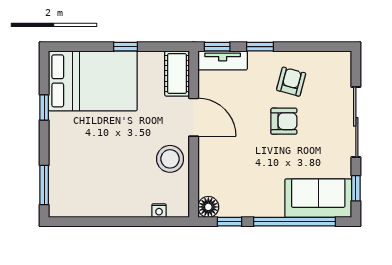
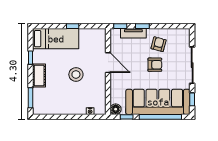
tv unit: (223, 60) -> (133, 33), moved
cot: (177, 73) -> (39, 76), moved
bed: (93, 81) -> (56, 39), width x0.67
stool: (170, 159) -> (76, 74), moved
sofa: (318, 198) -> (158, 102), width x1.85, depth x1.27

